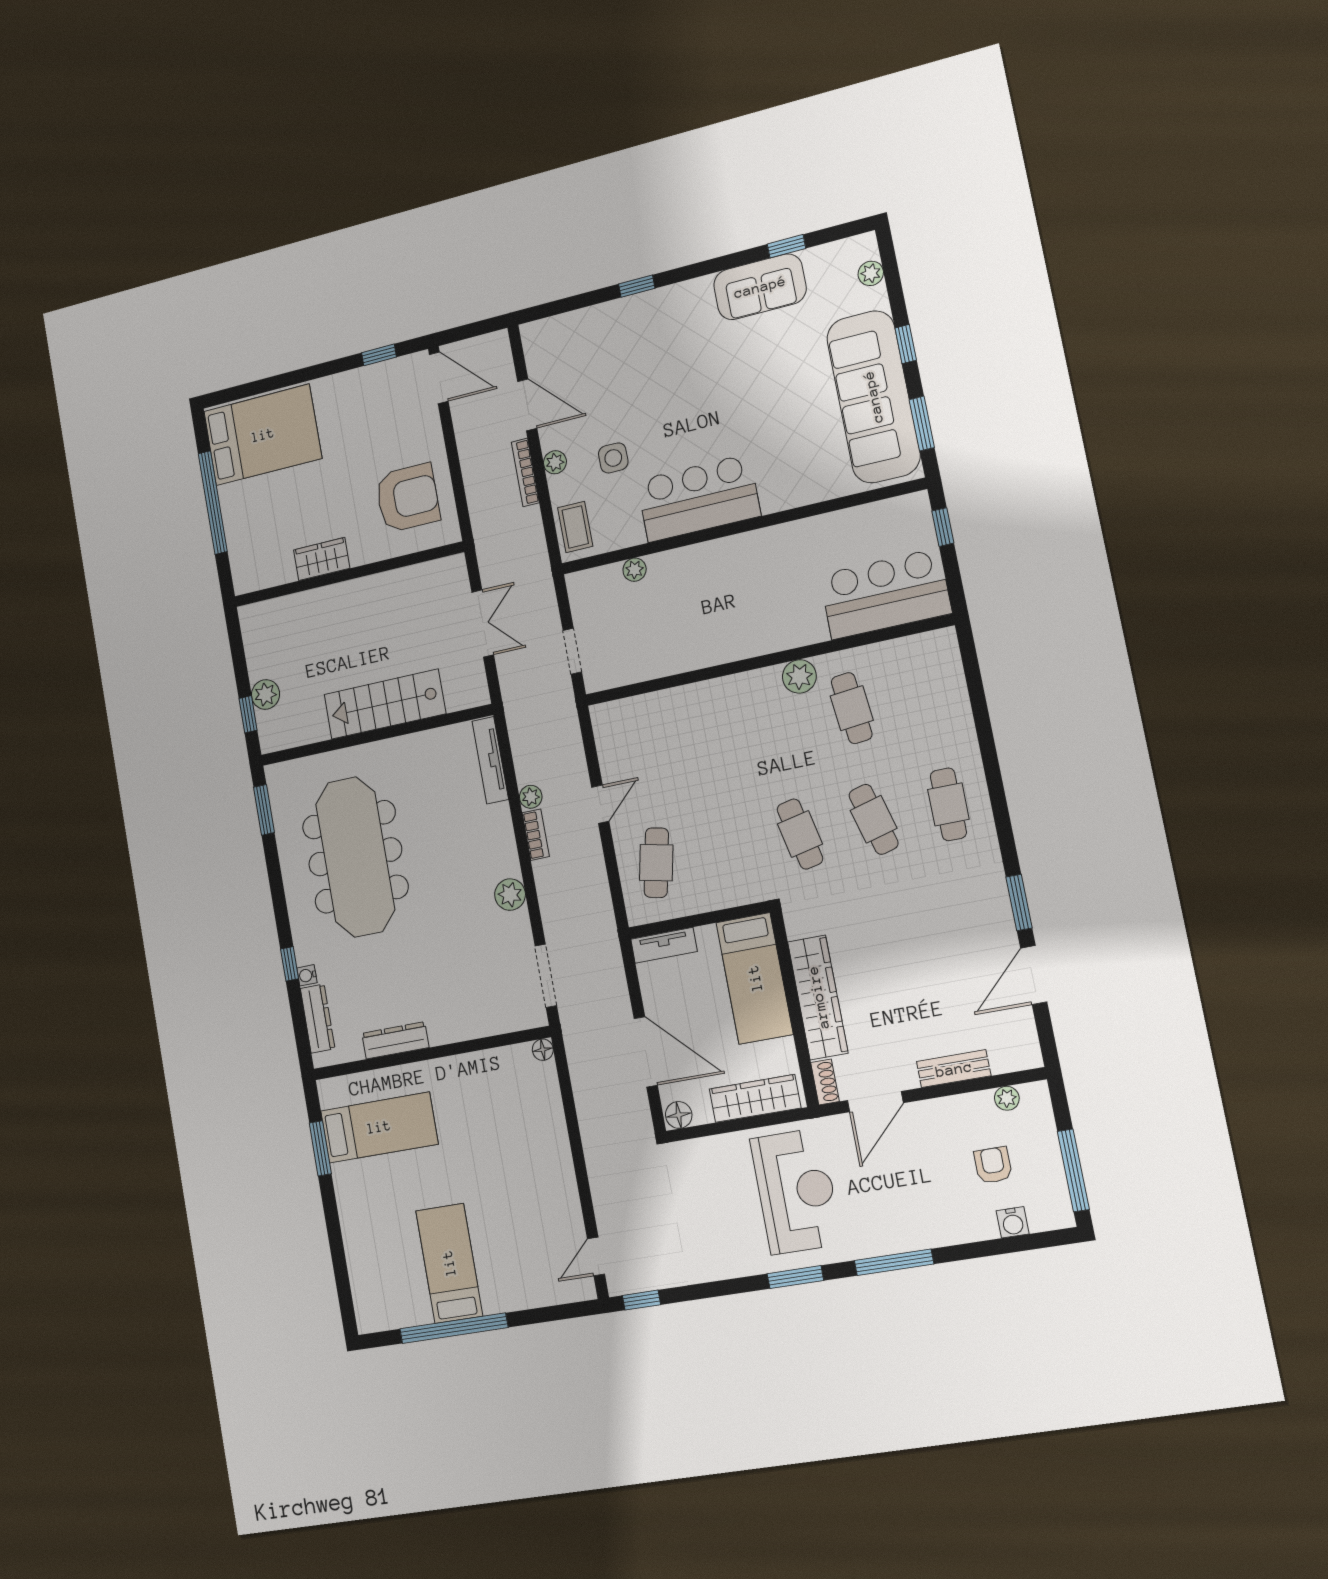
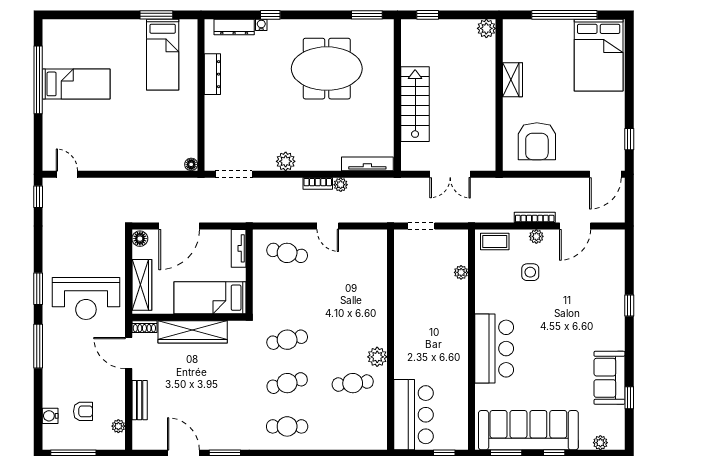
bar counter: (698, 498) -> (494, 349), moved
plant: (266, 694) -> (486, 28), moved
meeting table: (355, 857) -> (327, 69), width x0.73

